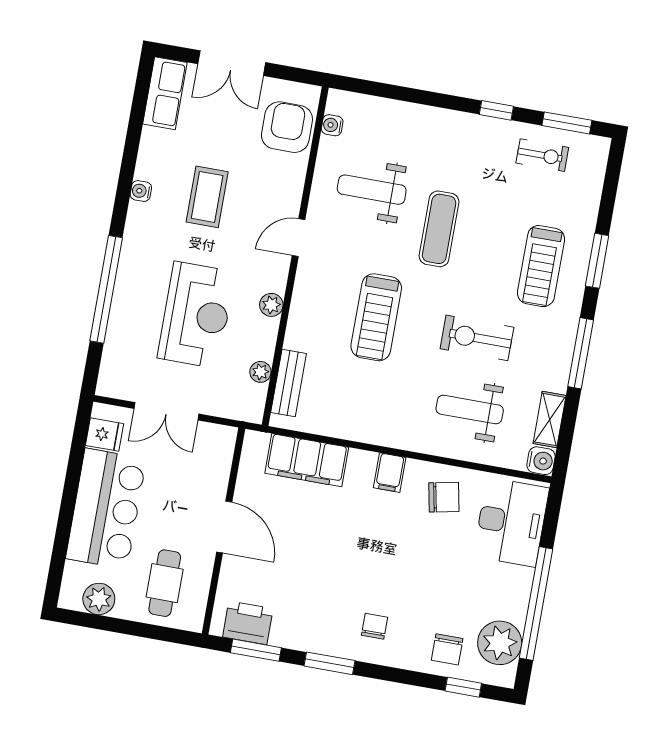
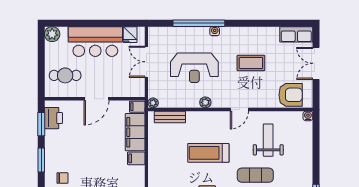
water cooler: (332, 125) -> (308, 116), moved
water cooler: (141, 191) -> (215, 31), moved
door: (299, 238) -> (239, 110), swing flipped
plant: (260, 372) -> (153, 103), moved
filing cabinet: (255, 447) -> (137, 107), added
filing cabinet: (390, 473) -> (136, 158), moved
plant: (99, 599) -> (52, 34), moved

